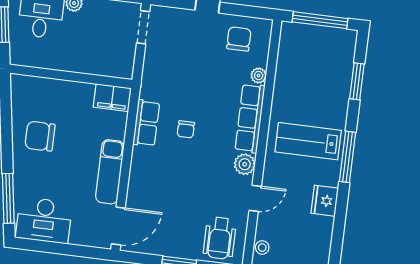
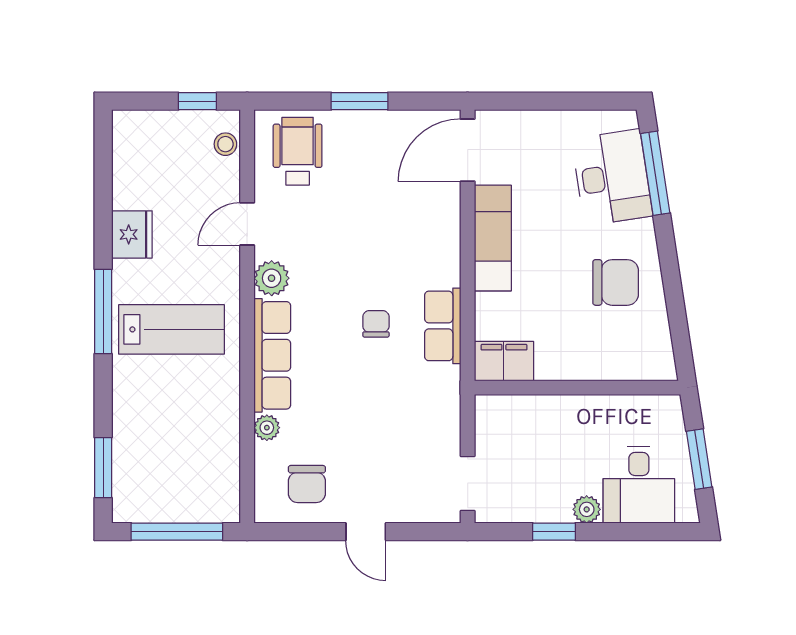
window: (357, 81) -> (103, 468), moved
desk: (44, 220) -> (612, 177), moved, turned 81

